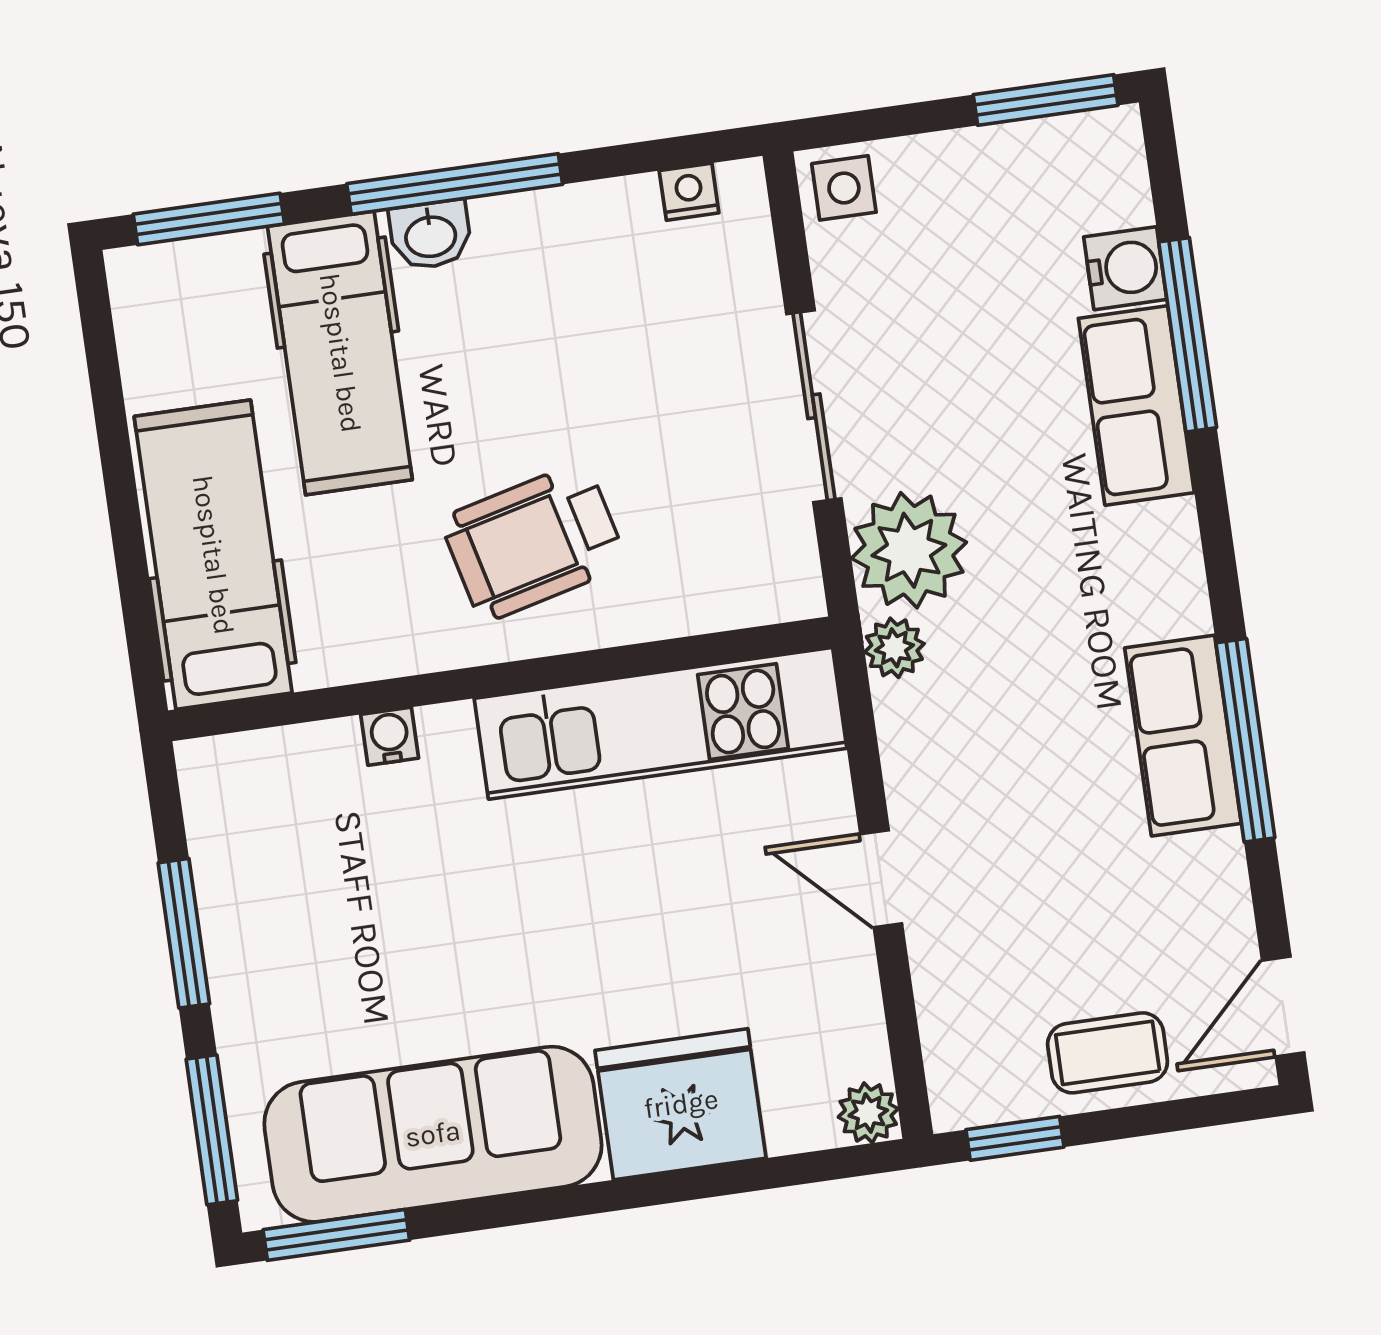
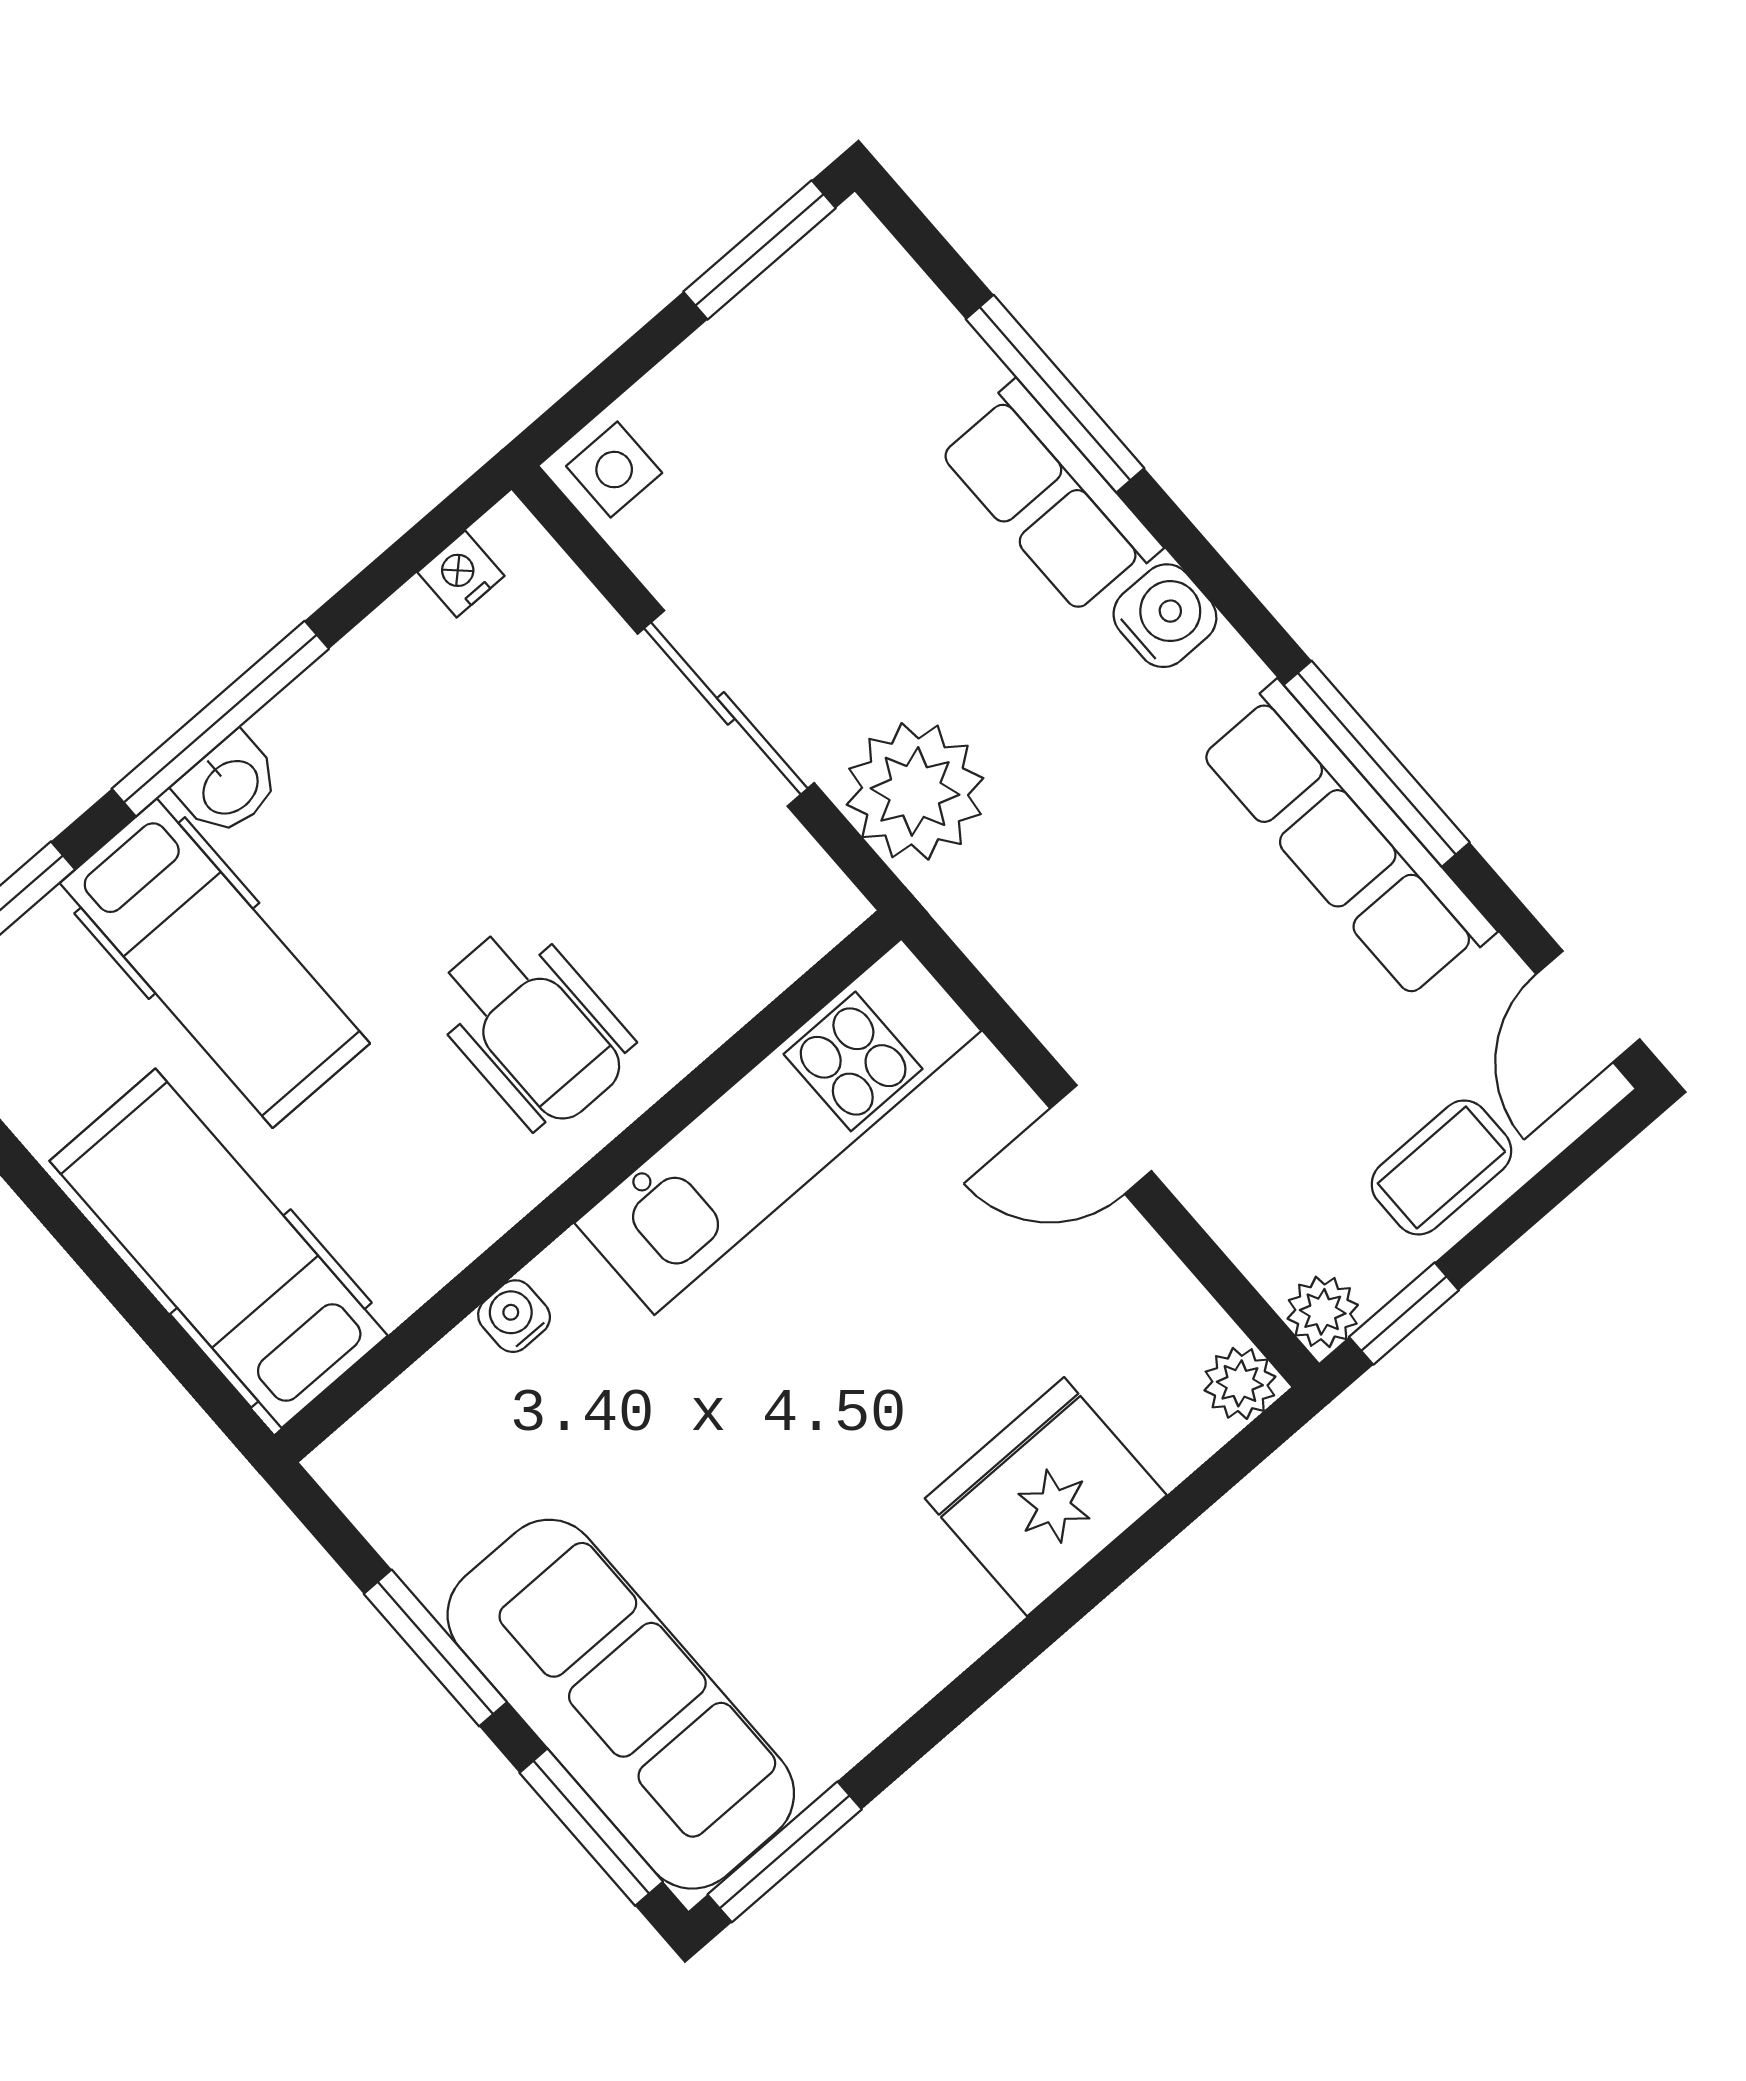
water cooler: (1125, 268) -> (1165, 616), moved
wheelchair: (534, 542) -> (532, 1027), turned -76
plant: (894, 648) -> (1323, 1312), moved
row of seats: (1183, 736) -> (1347, 840), width x1.48
sofa: (433, 1134) -> (621, 1704), moved, turned 90

